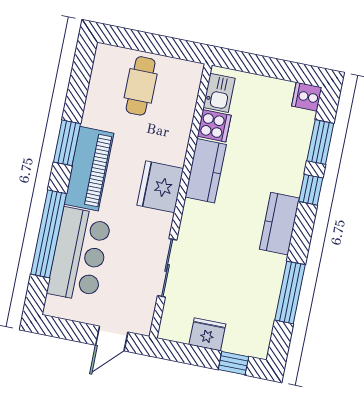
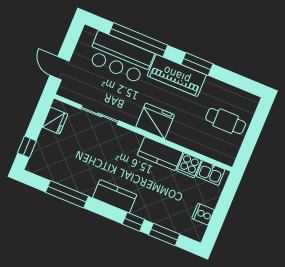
cooker: (307, 97) -> (203, 214), moved, turned -90
fridge: (207, 334) -> (55, 121), moved

